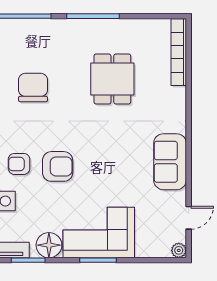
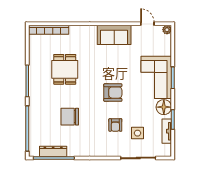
dining table: (112, 79) -> (65, 69), turned 90
armchair: (58, 166) -> (113, 93), moved, turned 90

